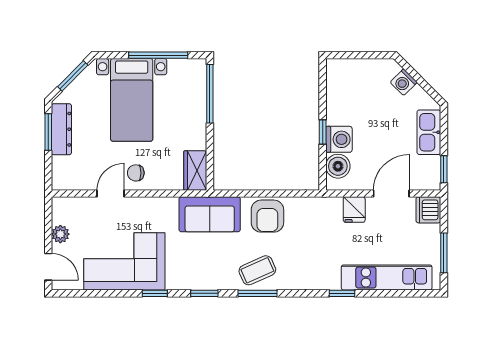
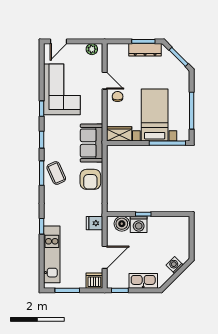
bed with nightstands: (132, 100) -> (155, 115), moved, turned 90
door: (391, 193) -> (105, 257), hinge flipped
fridge: (354, 210) -> (95, 223), moved
armchair: (267, 216) -> (90, 179), turned -90
plant: (60, 234) -> (92, 49), moved

